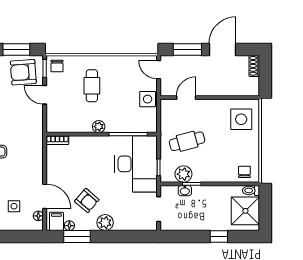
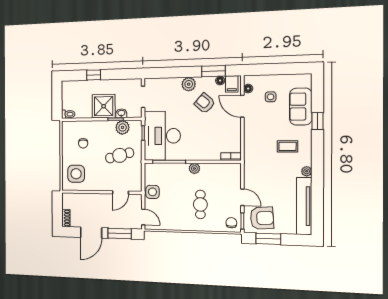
chair: (244, 172) -> (83, 143), moved
shower: (245, 211) -> (104, 106), moved

